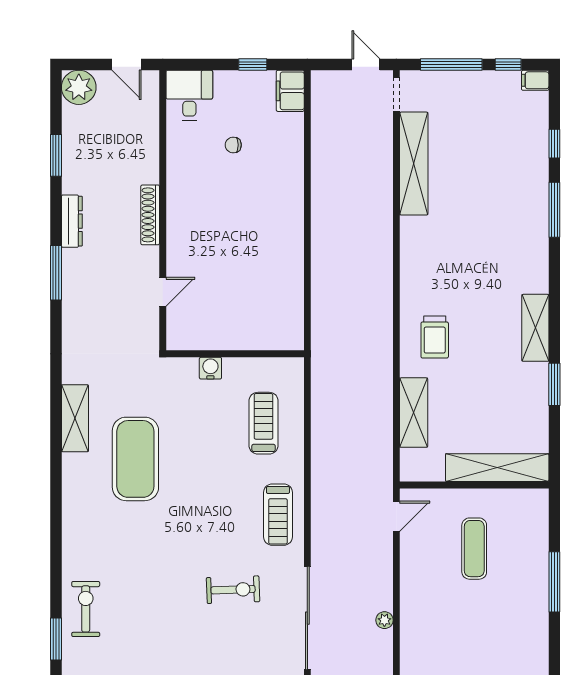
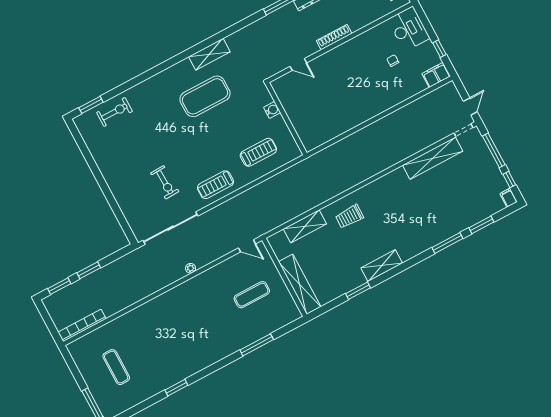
desk: (189, 95) -> (409, 29), width x1.37
window: (554, 144) -> (481, 225), width x1.50

